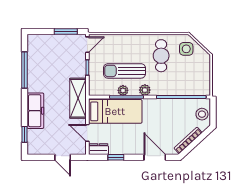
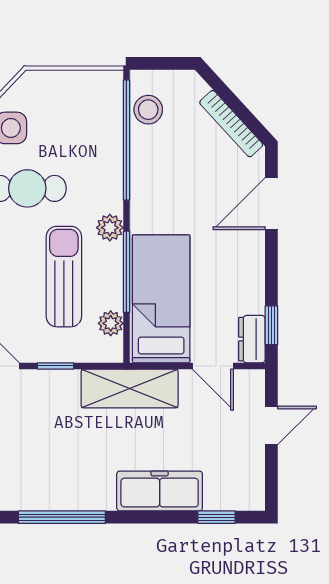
sun lounger: (124, 71) -> (64, 277), turned 180
plant: (123, 90) -> (111, 323), moved
stool: (202, 114) -> (148, 110), moved
door: (87, 133) -> (213, 366), hinge flipped
window: (116, 157) -> (271, 325), moved

